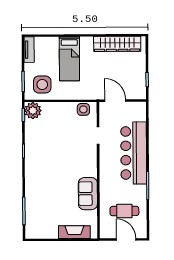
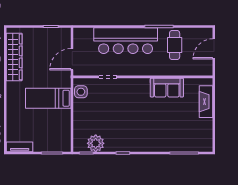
bed: (69, 59) -> (48, 98), moved, turned 180
side table: (42, 84) -> (55, 134), removed
plant: (33, 111) -> (96, 143), moved
cafe table: (124, 211) -> (175, 45), moved

